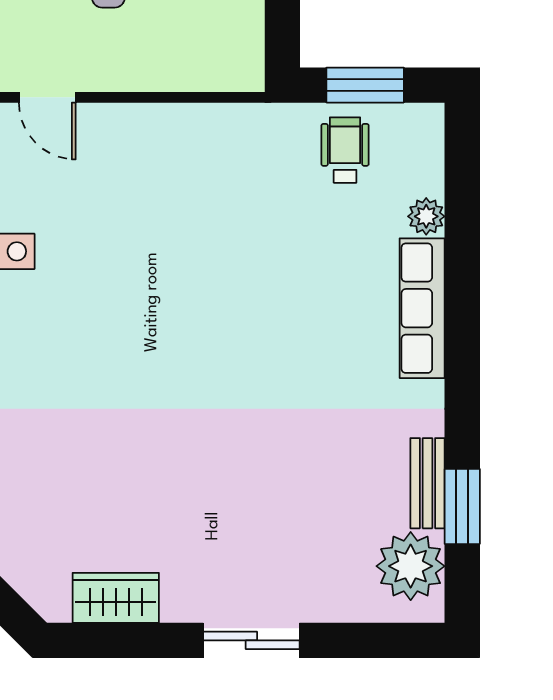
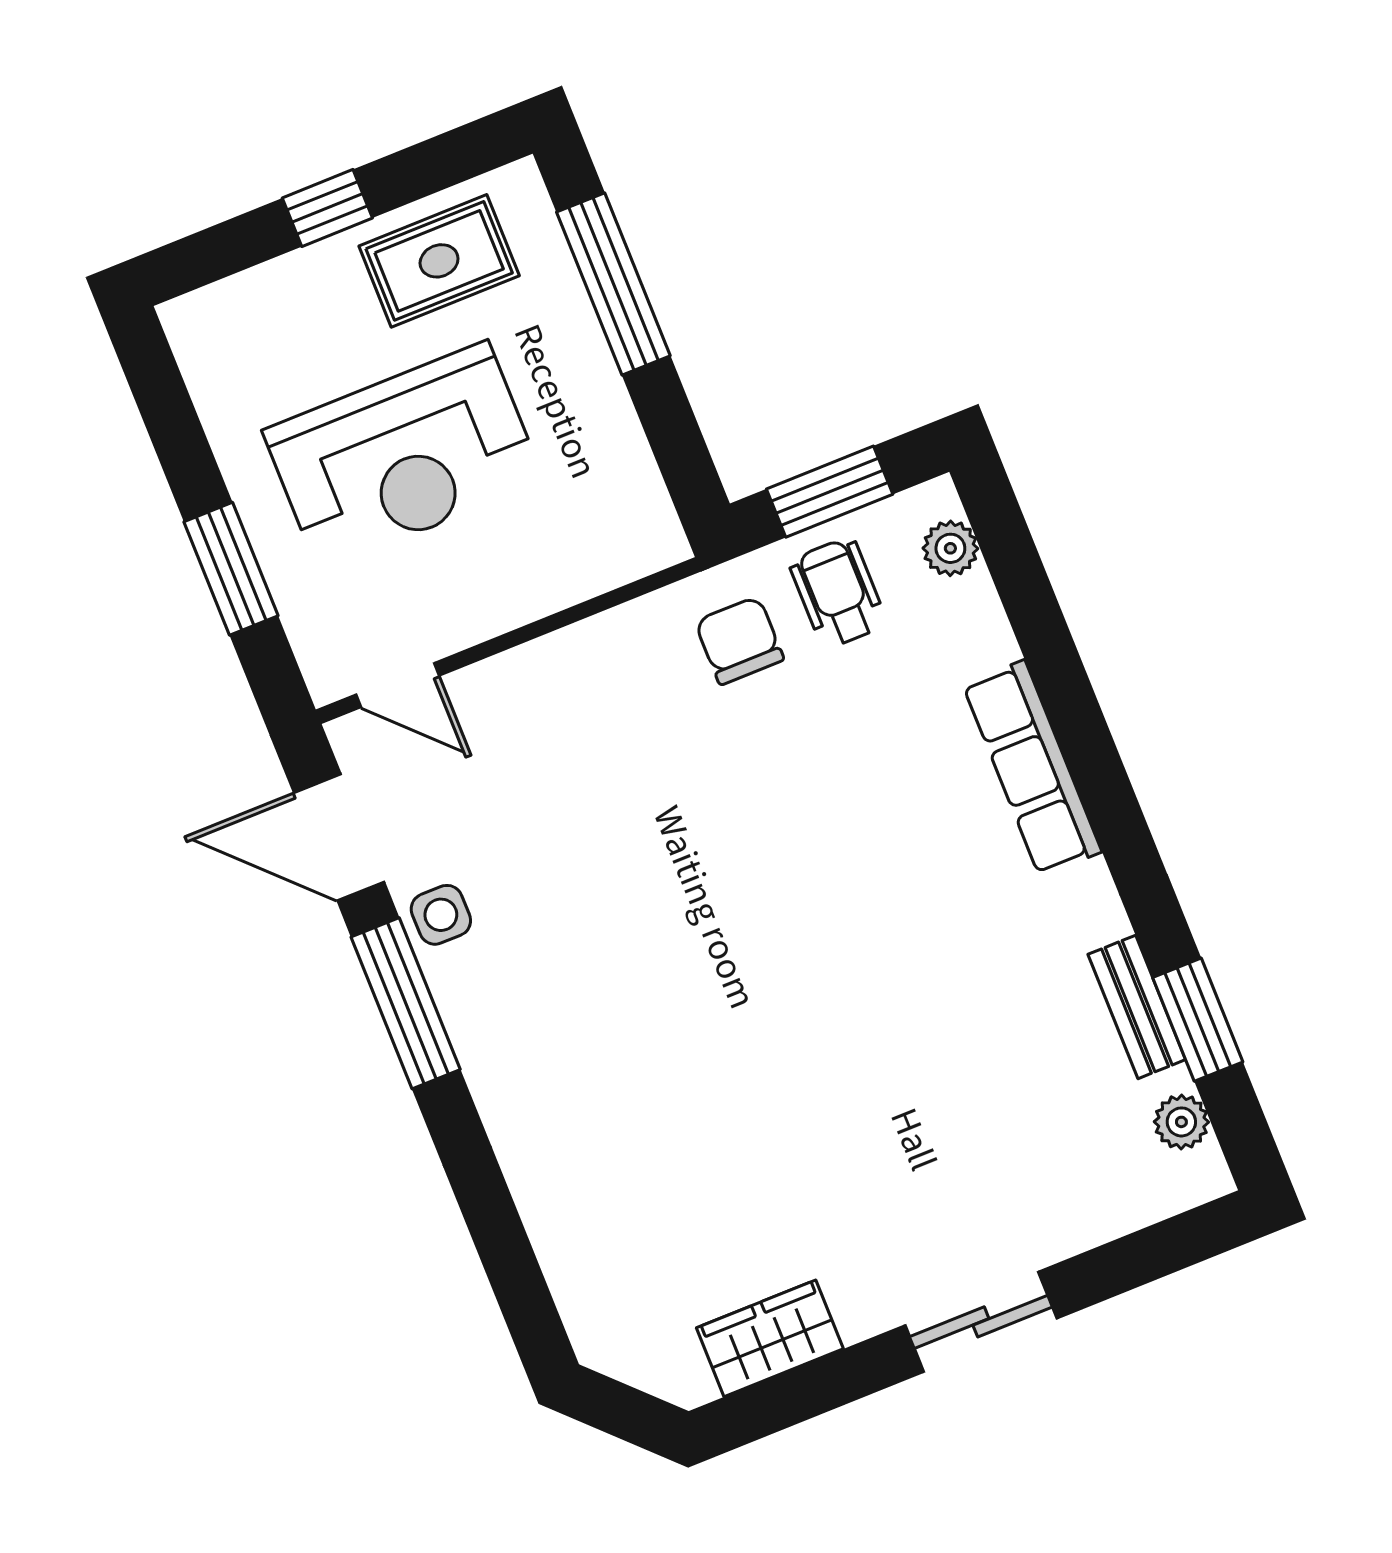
chair: (272, 155) -> (739, 641), added
plant: (426, 216) -> (950, 548), moved
plant: (411, 566) -> (1181, 1122), width x0.53, depth x0.53

